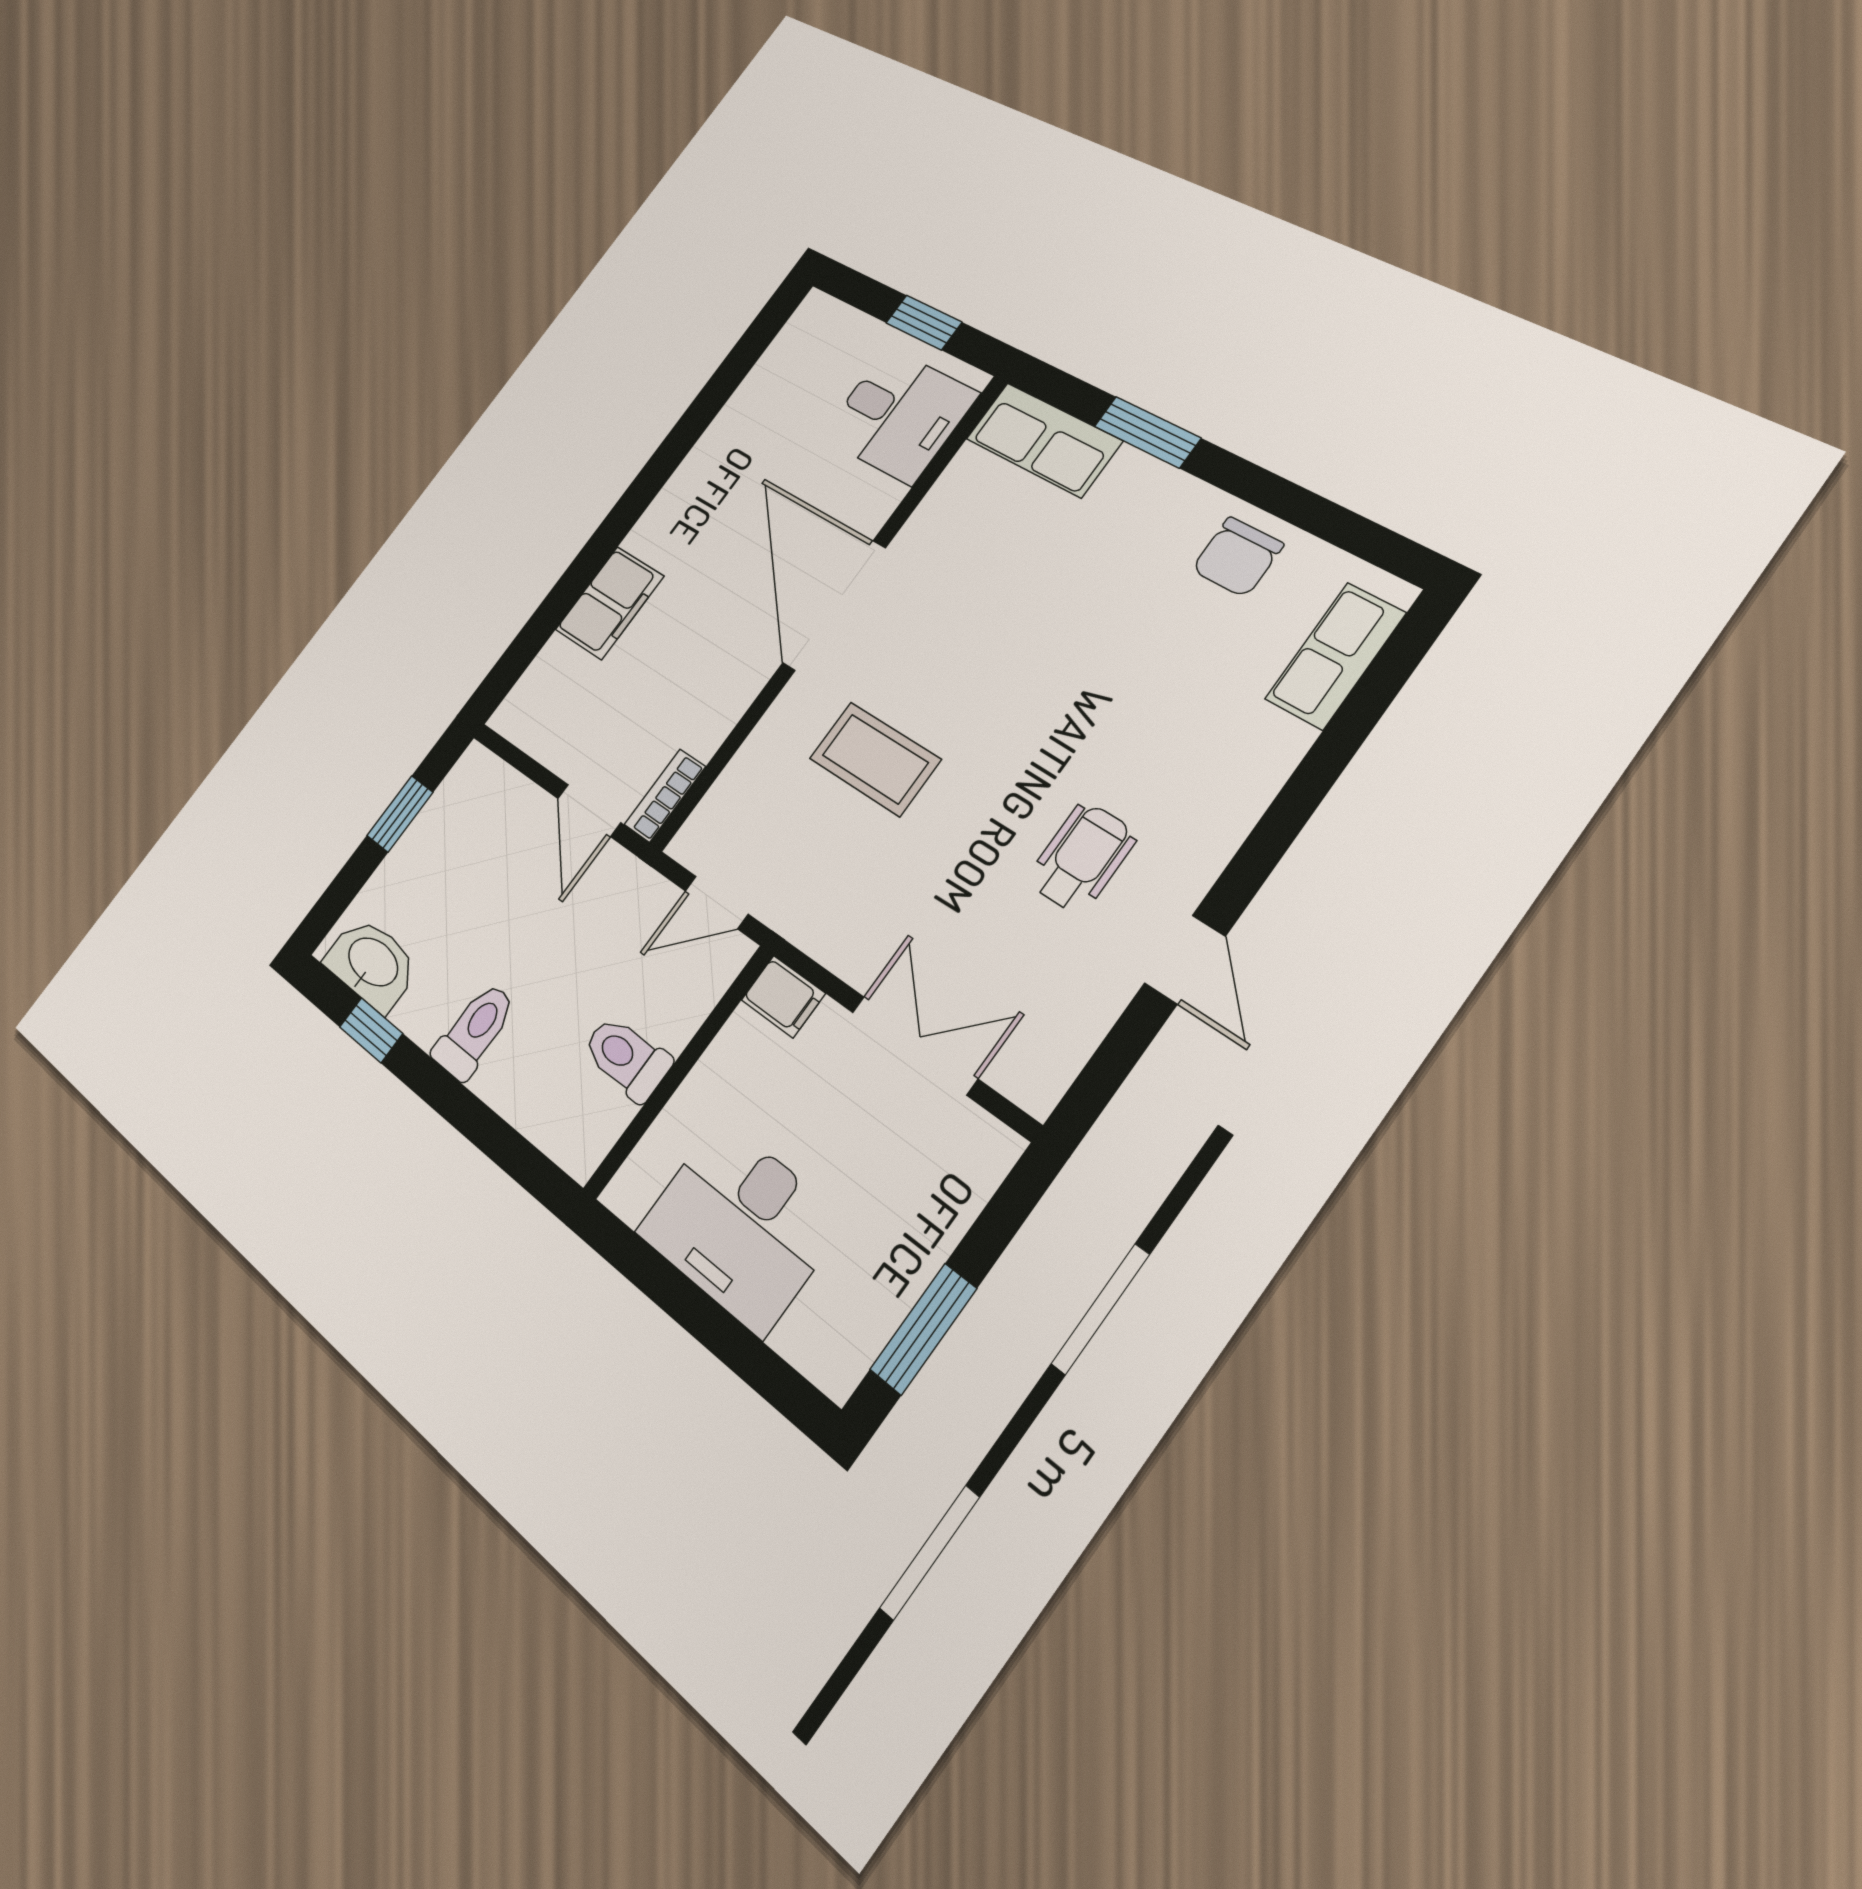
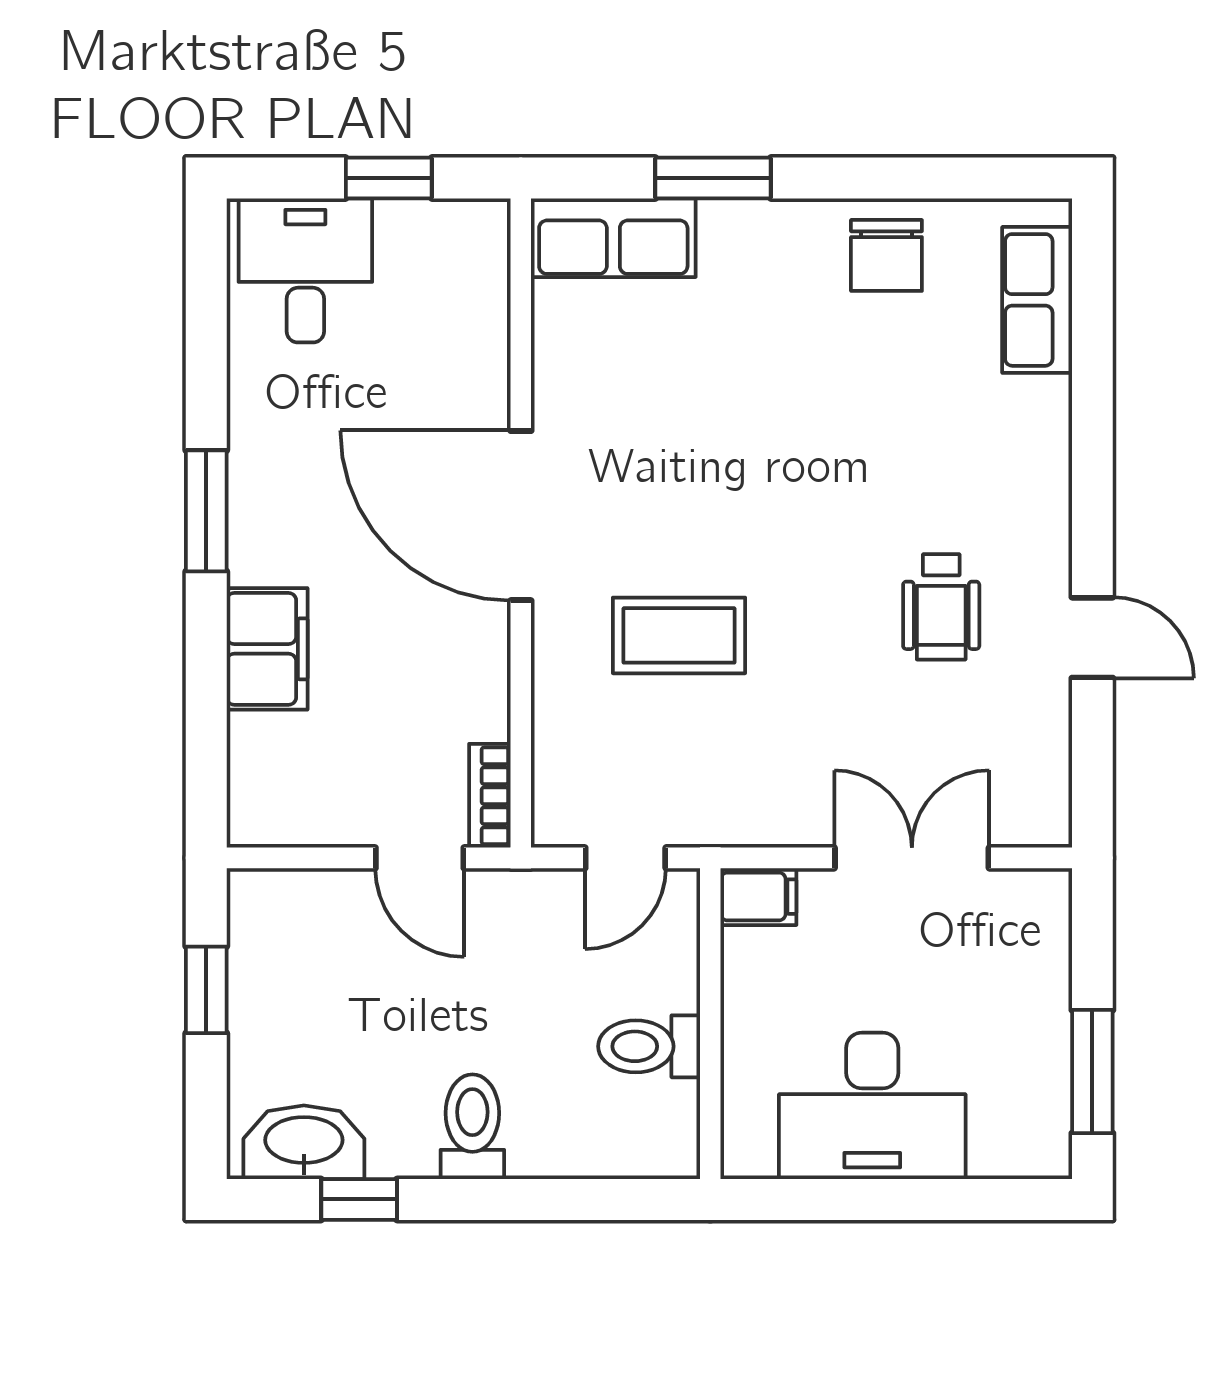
desk: (899, 415) -> (305, 270), moved, turned -90
window: (645, 488) -> (206, 511), added
wheelchair: (1082, 858) -> (941, 607), turned 180

